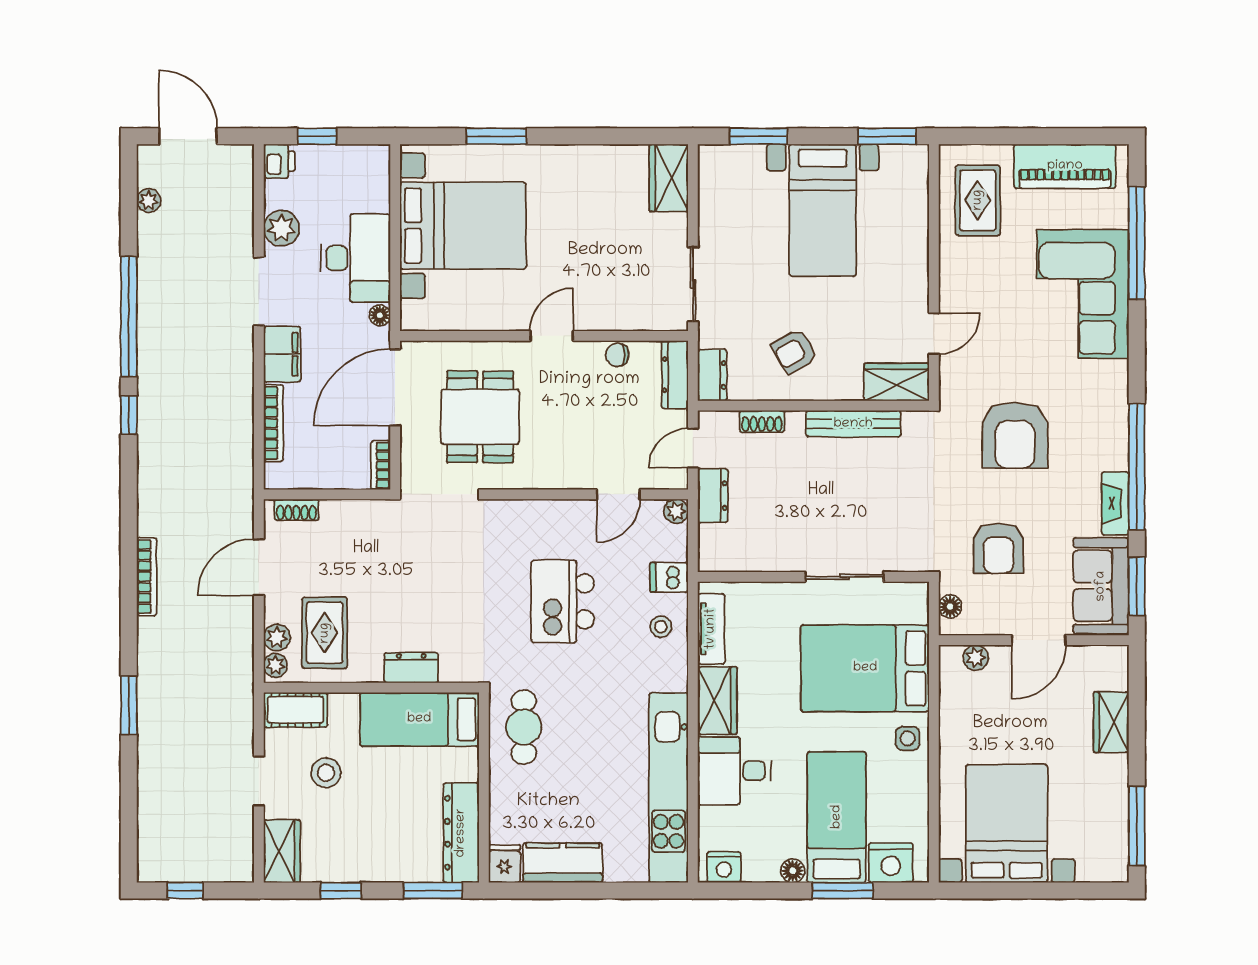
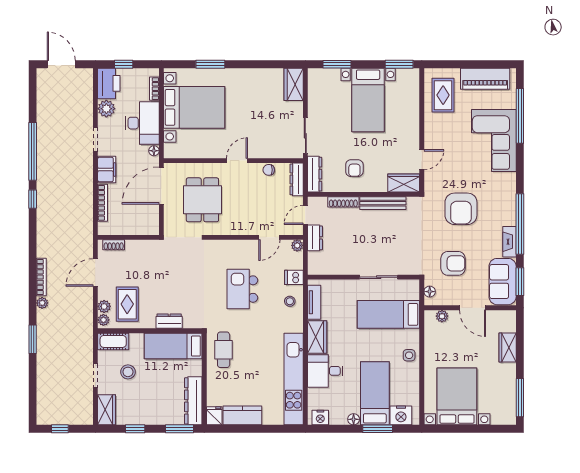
printer: (279, 161) -> (109, 83), width x1.87, depth x1.48
plant: (149, 201) -> (42, 303), moved
doorway: (259, 291) -> (95, 139), width x0.73
armchair: (795, 351) -> (354, 168), turned -60
dresser: (712, 375) -> (315, 174), width x1.44
shoe rack: (762, 421) -> (343, 202), width x1.43
bookcase: (381, 465) -> (154, 89), moved
armchair: (998, 548) -> (453, 263), turned -90
door: (1039, 640) -> (473, 308), hinge flipped
bed: (865, 668) -> (388, 314), width x0.67

